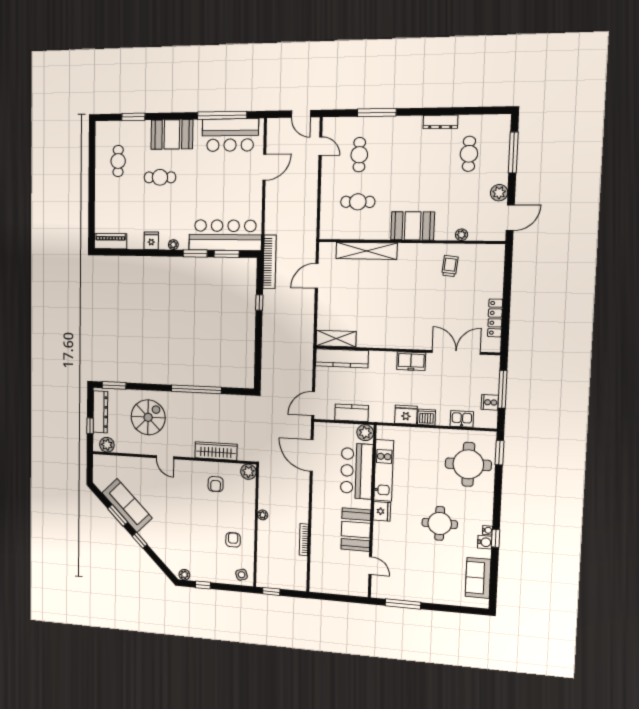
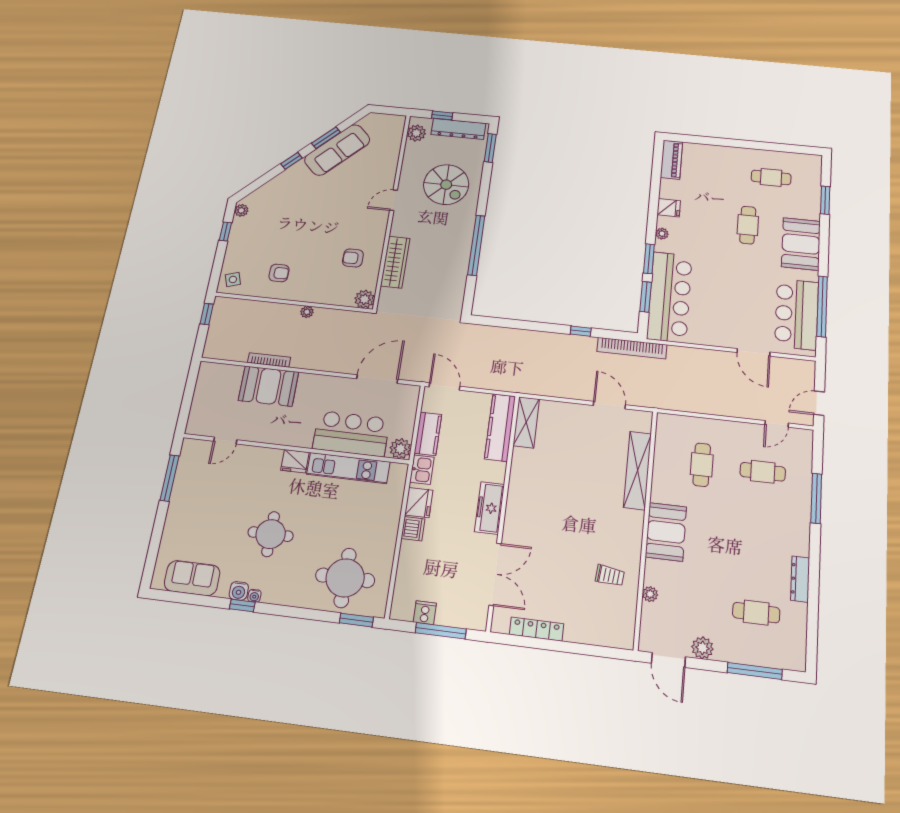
freezer: (411, 361) -> (490, 508), width x1.40
kitchen sink: (462, 419) -> (422, 470), moved
booth: (356, 530) -> (269, 386), moved

